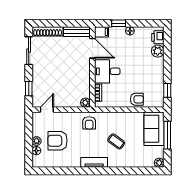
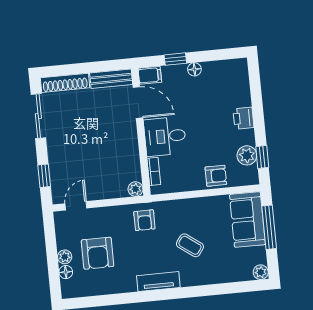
printer: (158, 37) -> (243, 118), moved
plant: (158, 51) -> (247, 155), moved
armchair: (57, 141) -> (97, 253), turned -90

